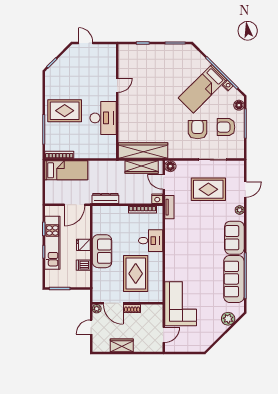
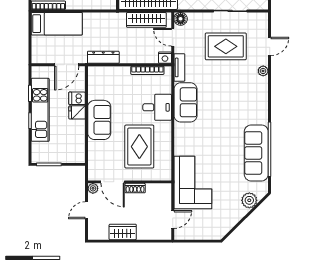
sofa: (234, 238) -> (185, 102), moved, turned 180
dishwasher: (83, 265) -> (77, 98), moved

